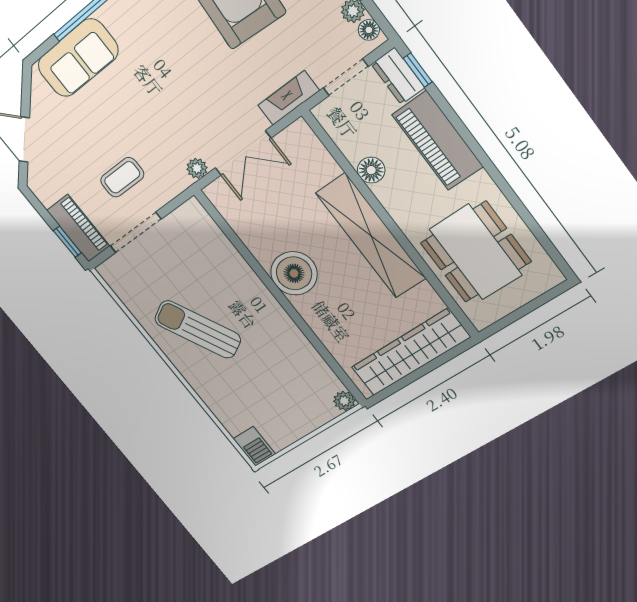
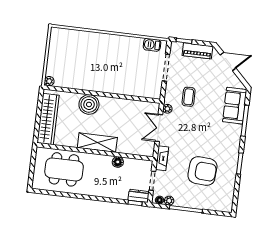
piano: (438, 141) -> (109, 190), removed
coffee table: (122, 177) -> (189, 97), moved
piano: (78, 228) -> (197, 51), moved
shelving: (371, 236) -> (97, 143), width x0.68
boiler: (294, 273) -> (89, 104), moved
sun lounger: (198, 329) -> (116, 55), removed
barbecue: (254, 446) -> (152, 45), moved

